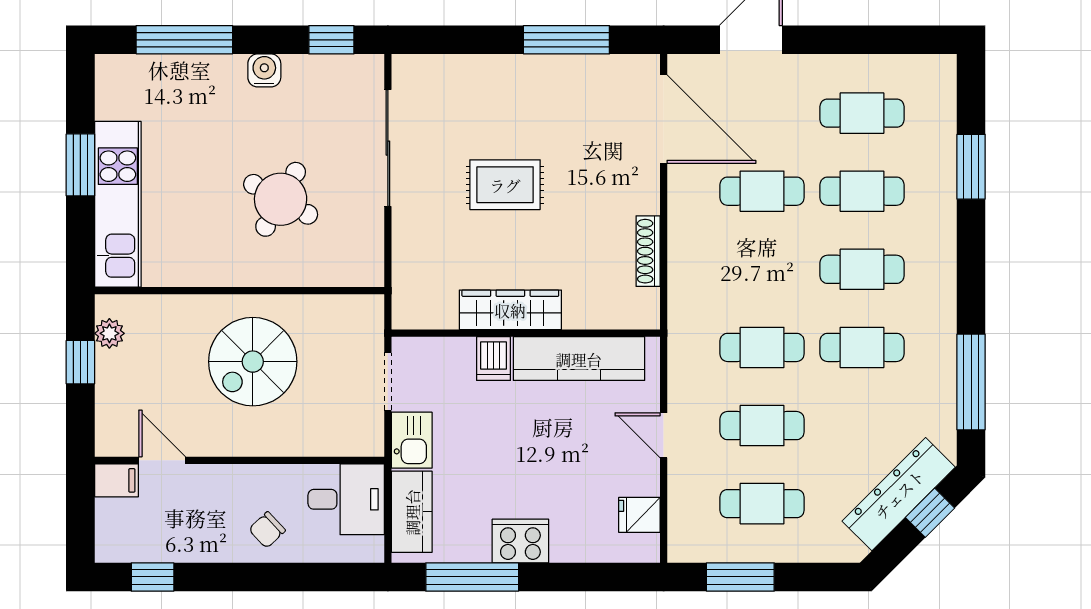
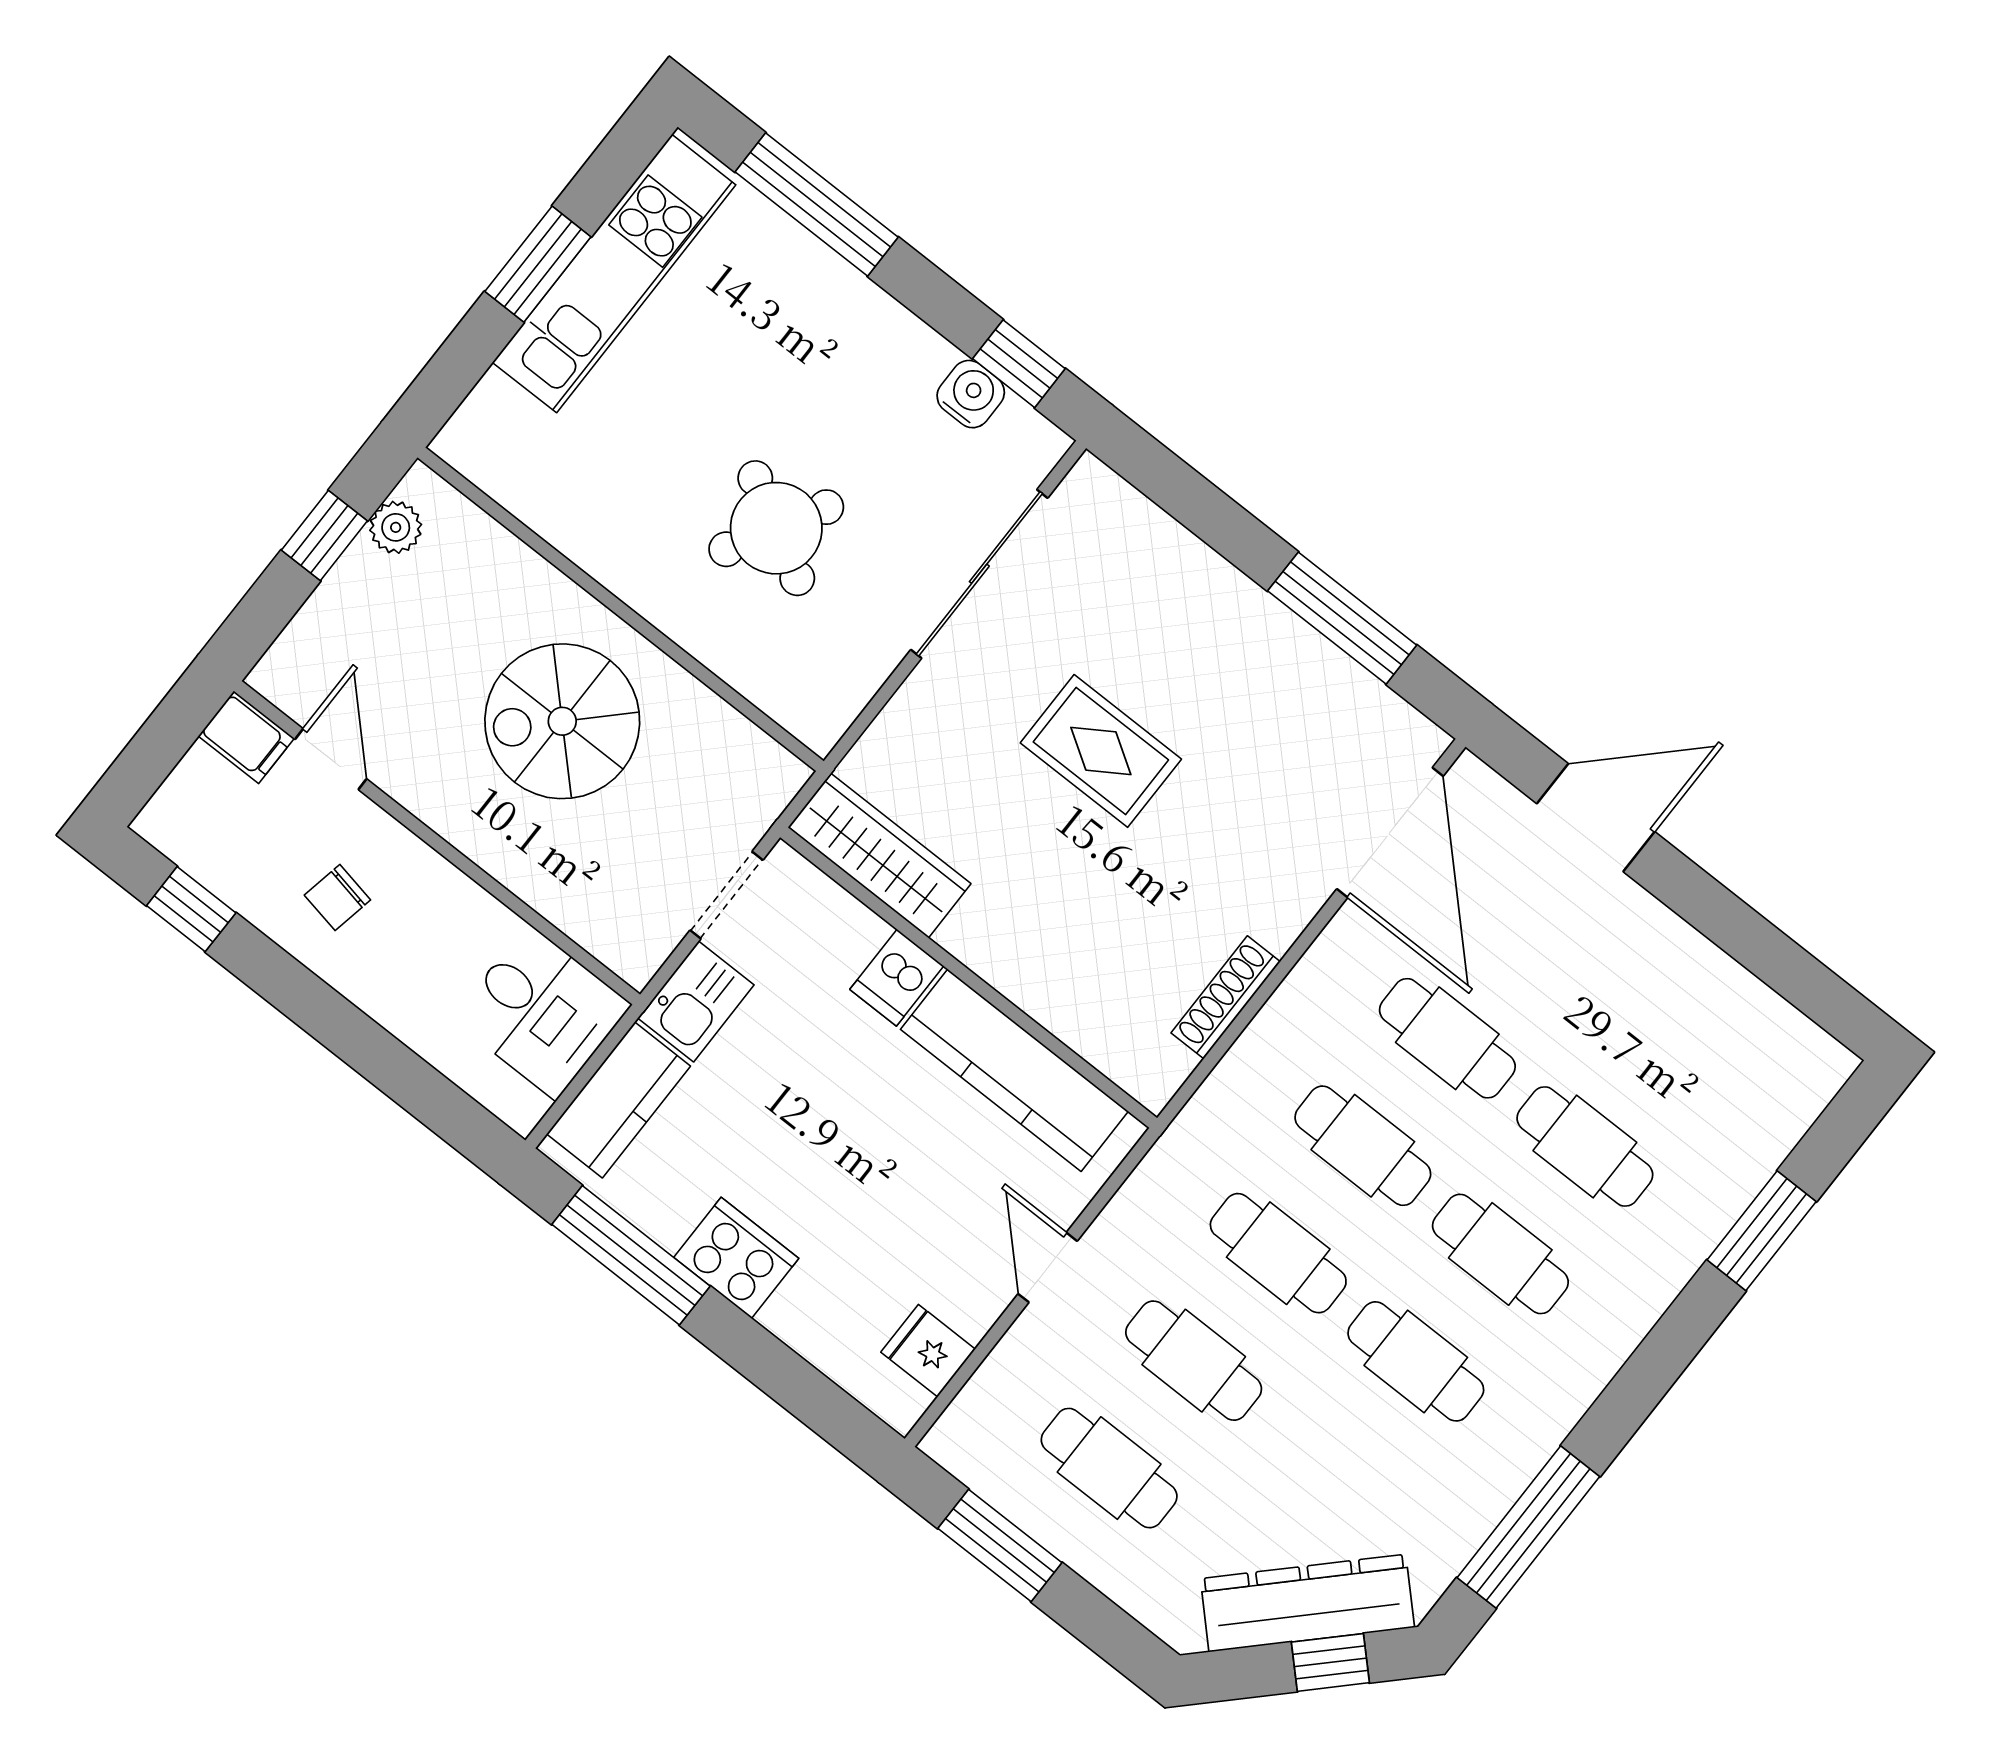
water cooler: (264, 70) -> (971, 394), moved
cafe table: (862, 113) -> (1363, 1146), moved
kitchen unit: (118, 204) -> (614, 274), moved
wardrobe: (510, 310) -> (879, 856), moved
chair: (267, 530) -> (337, 898), moved, turned -36

